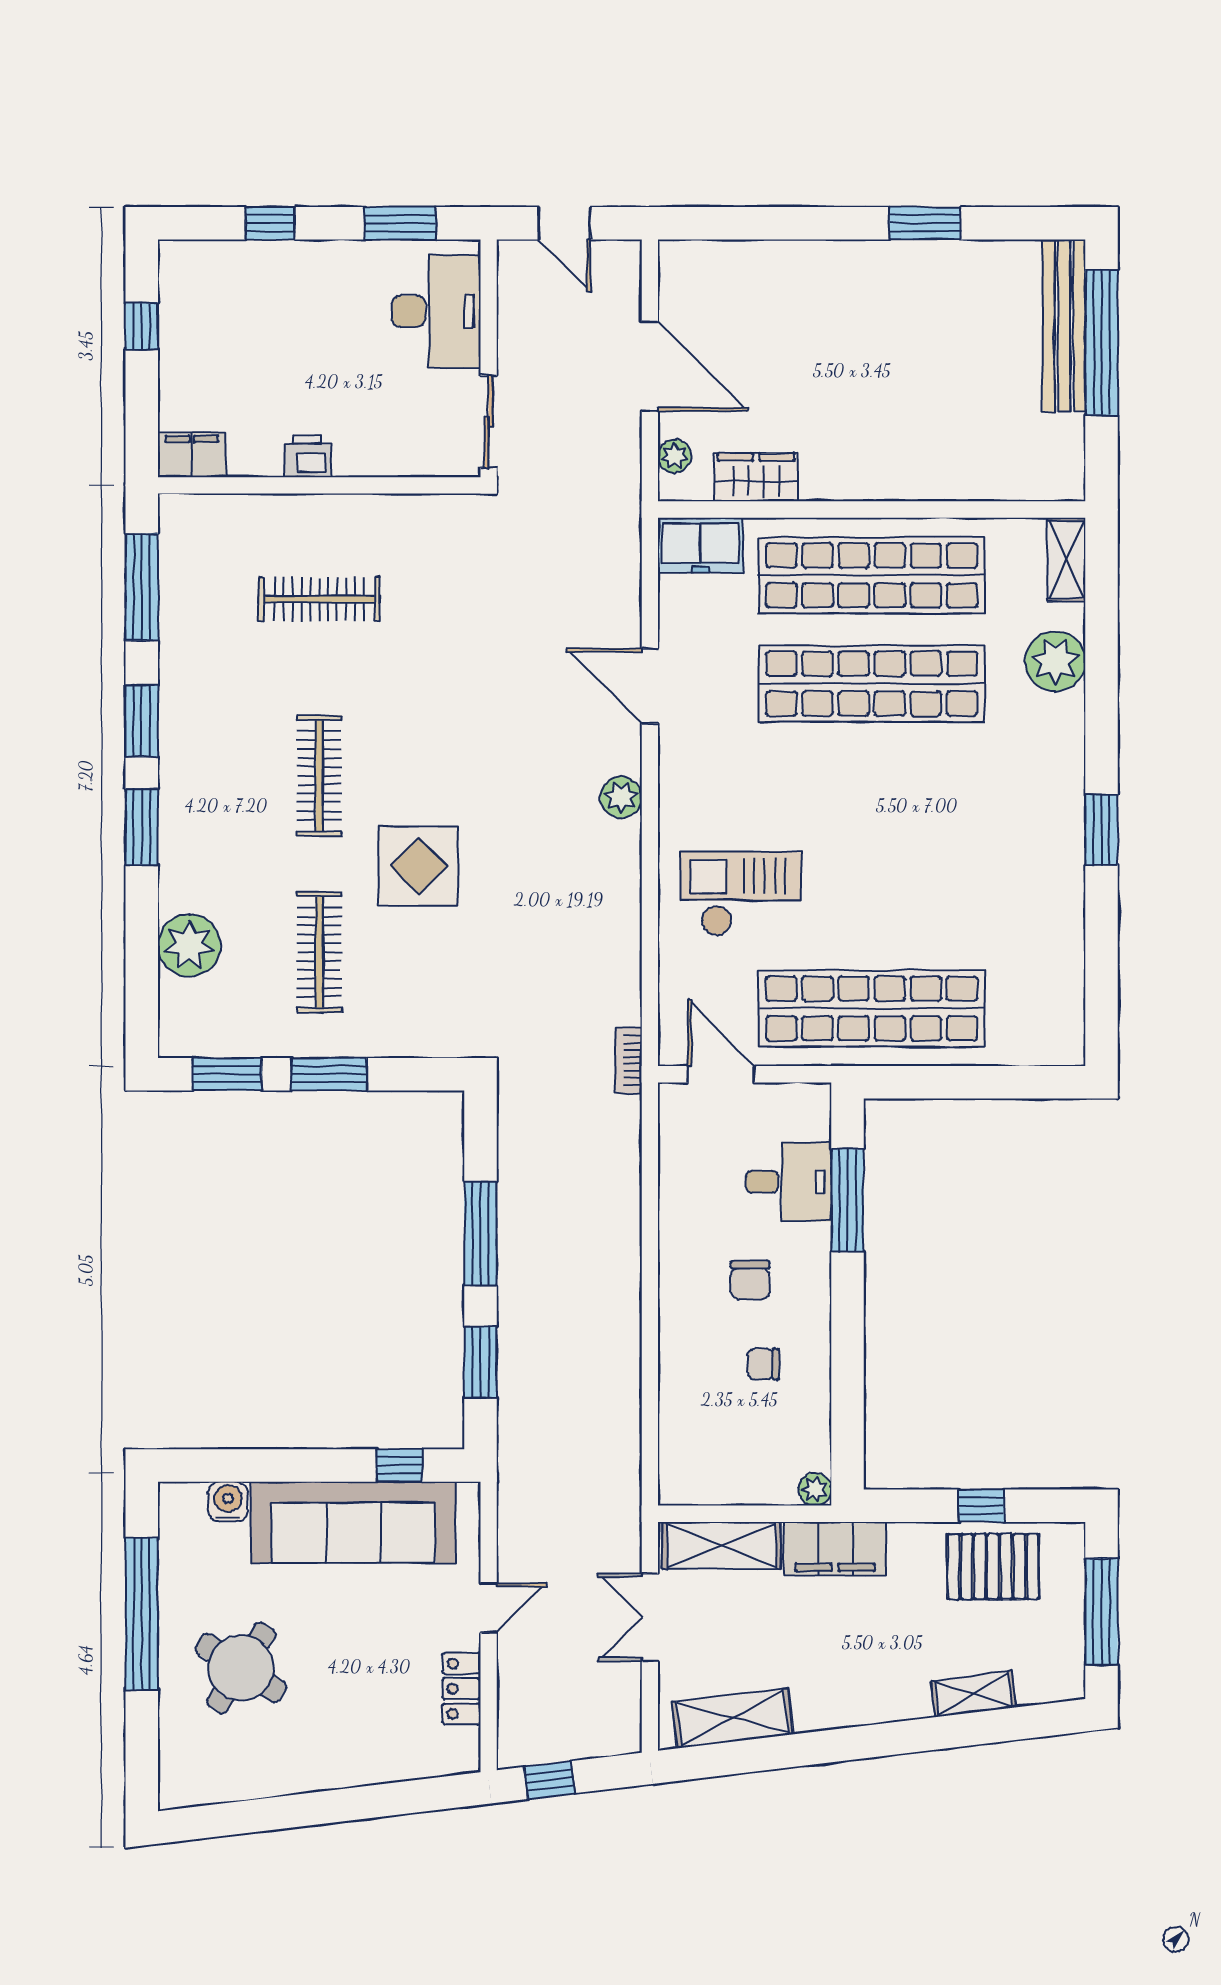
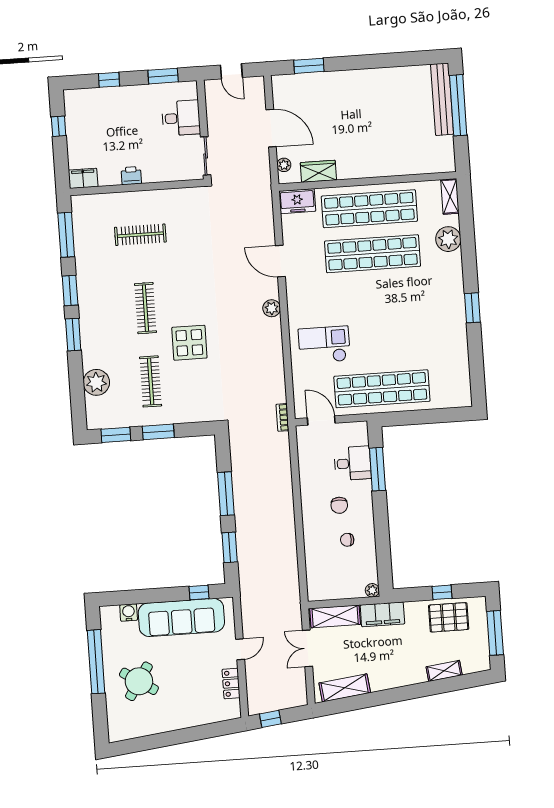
window: (925, 223) -> (309, 66), moved
desk: (436, 311) -> (181, 118), width x0.73

